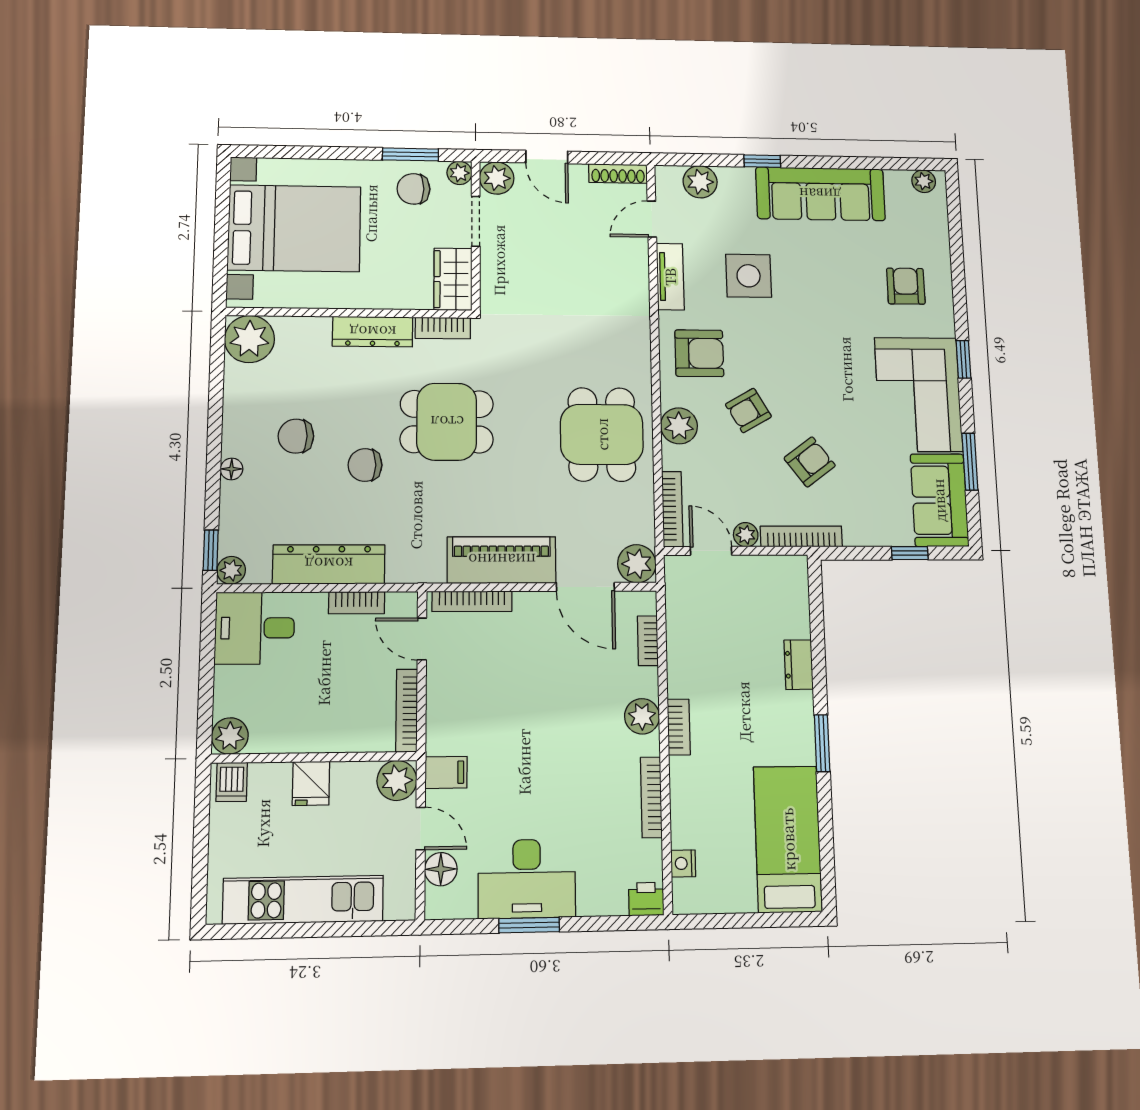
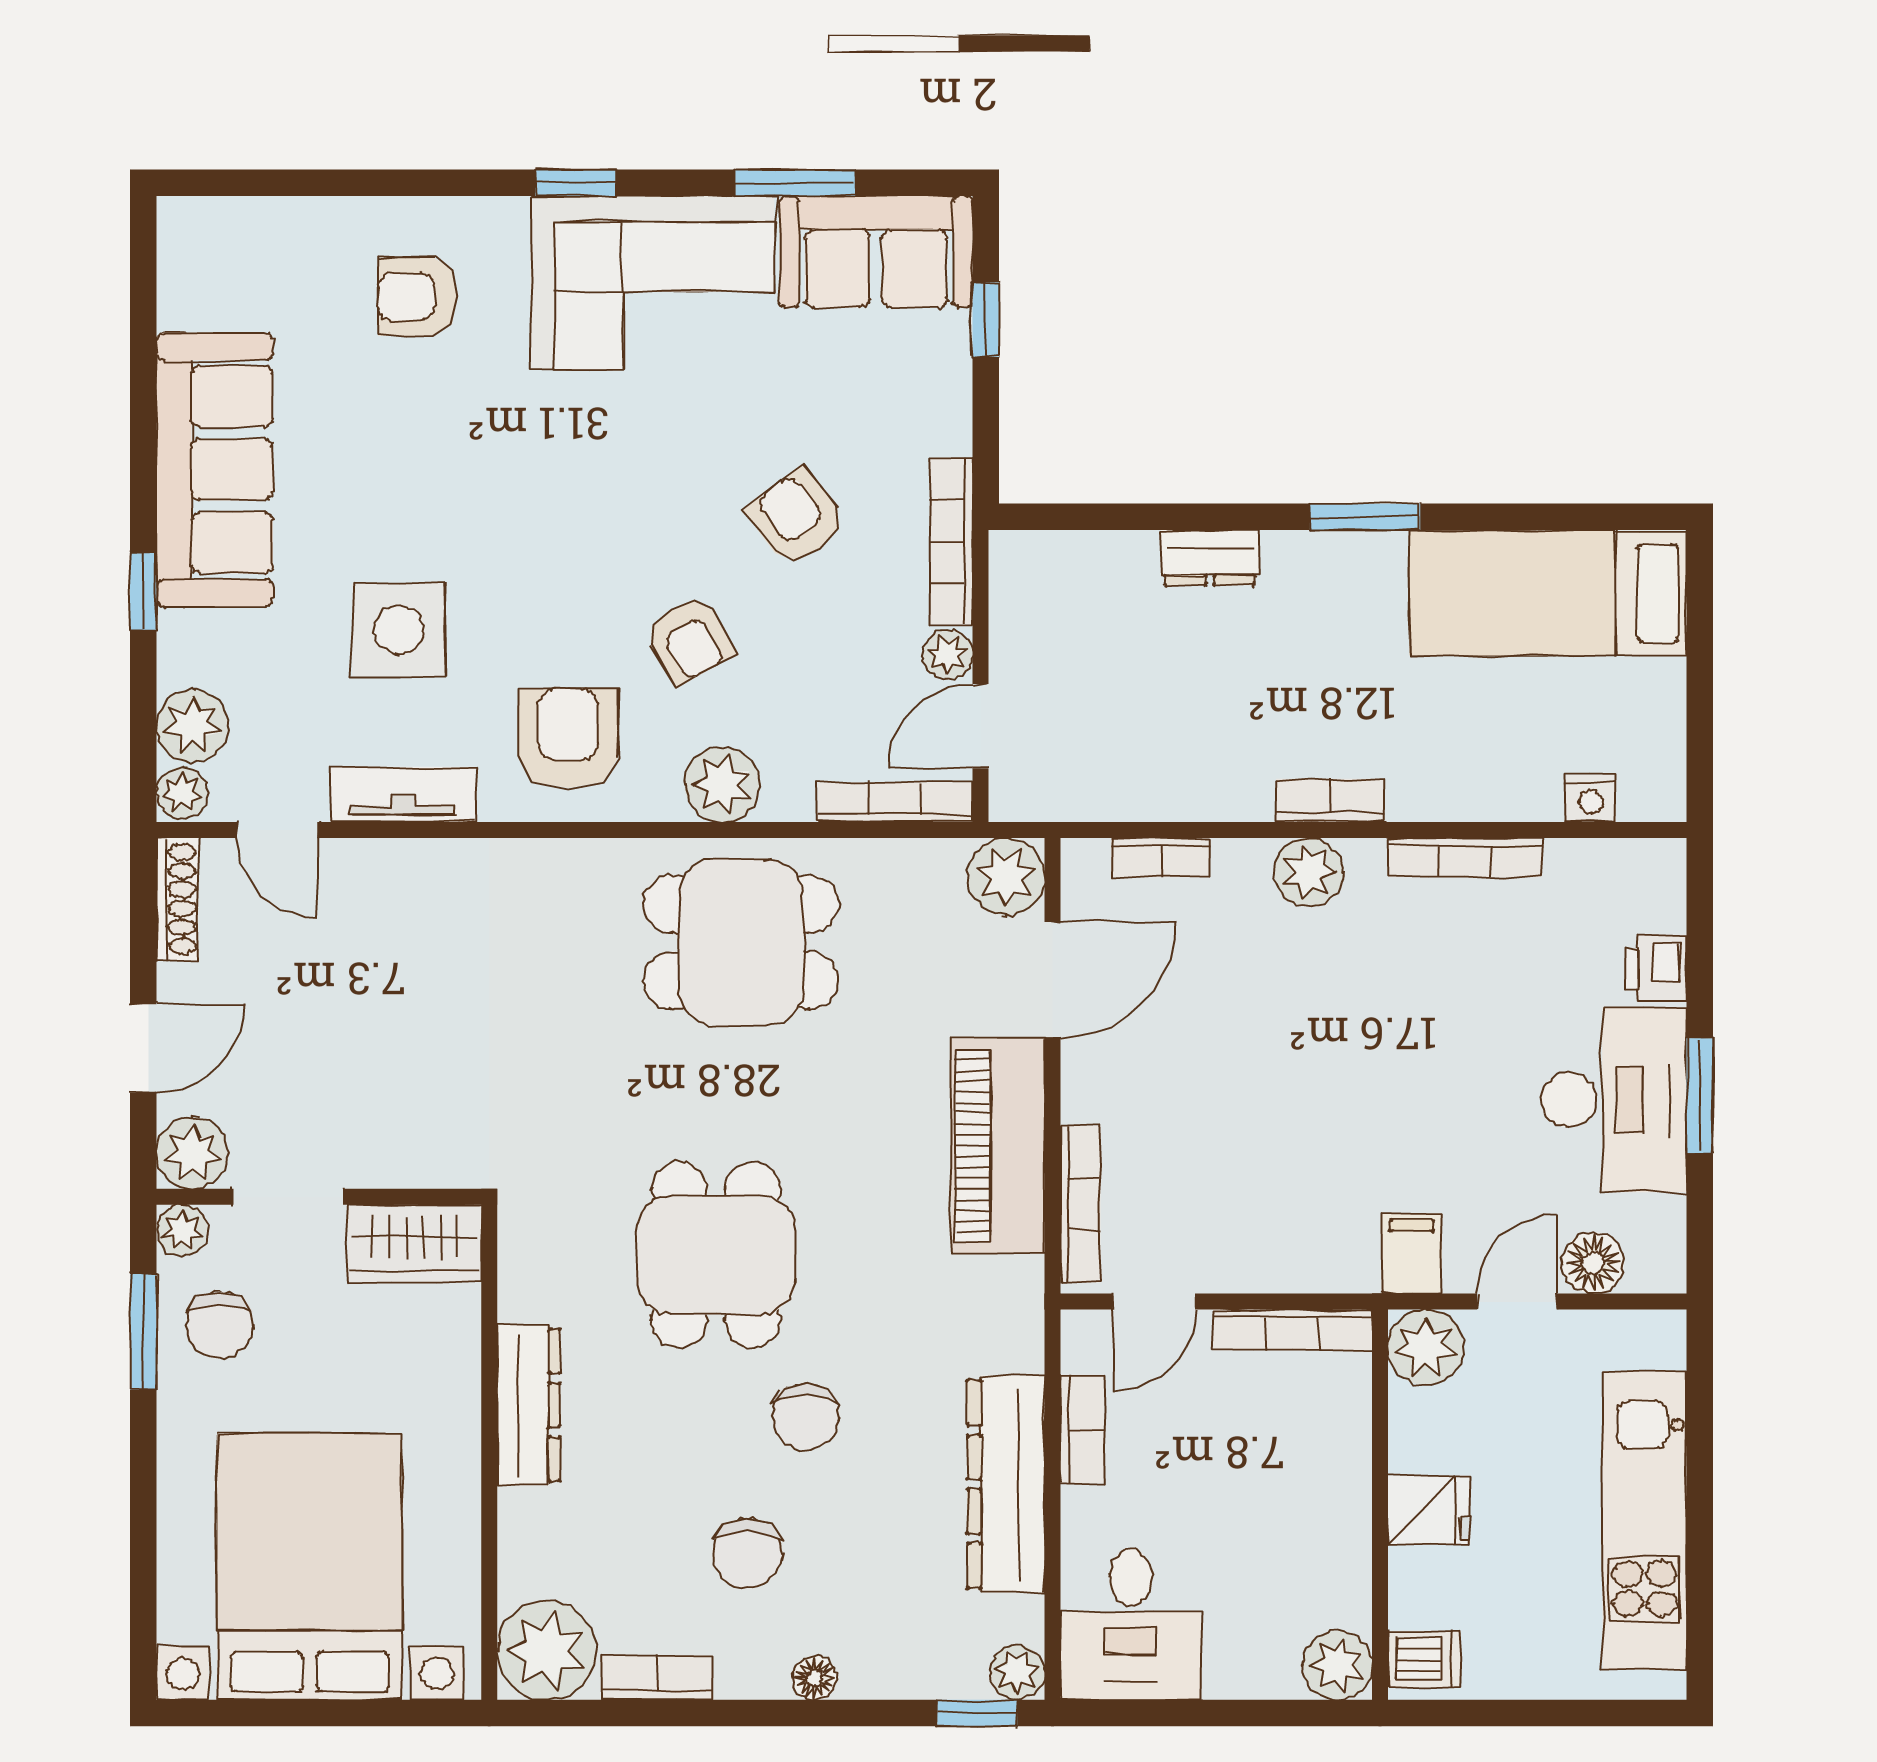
plant: (924, 181) -> (182, 793), moved
bookcase: (443, 328) -> (657, 1678), moved, turned -90
printer: (646, 899) -> (1656, 968), moved

